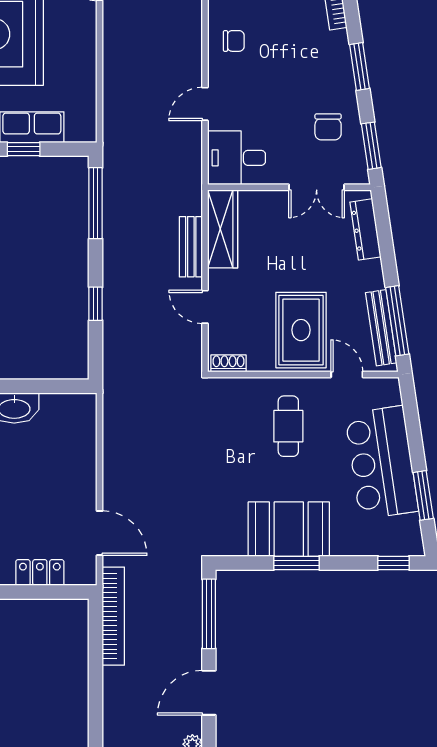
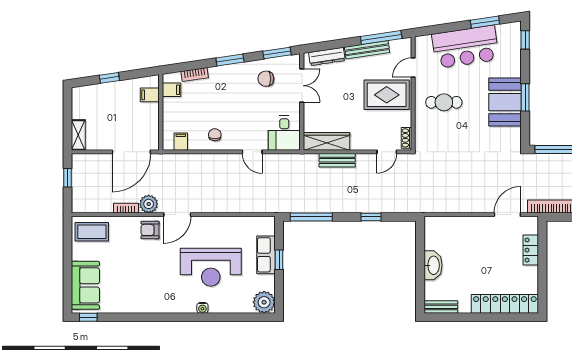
chair: (328, 127) -> (266, 79), turned 180
door: (205, 307) -> (387, 152), moved
bench: (381, 328) -> (367, 50), moved

